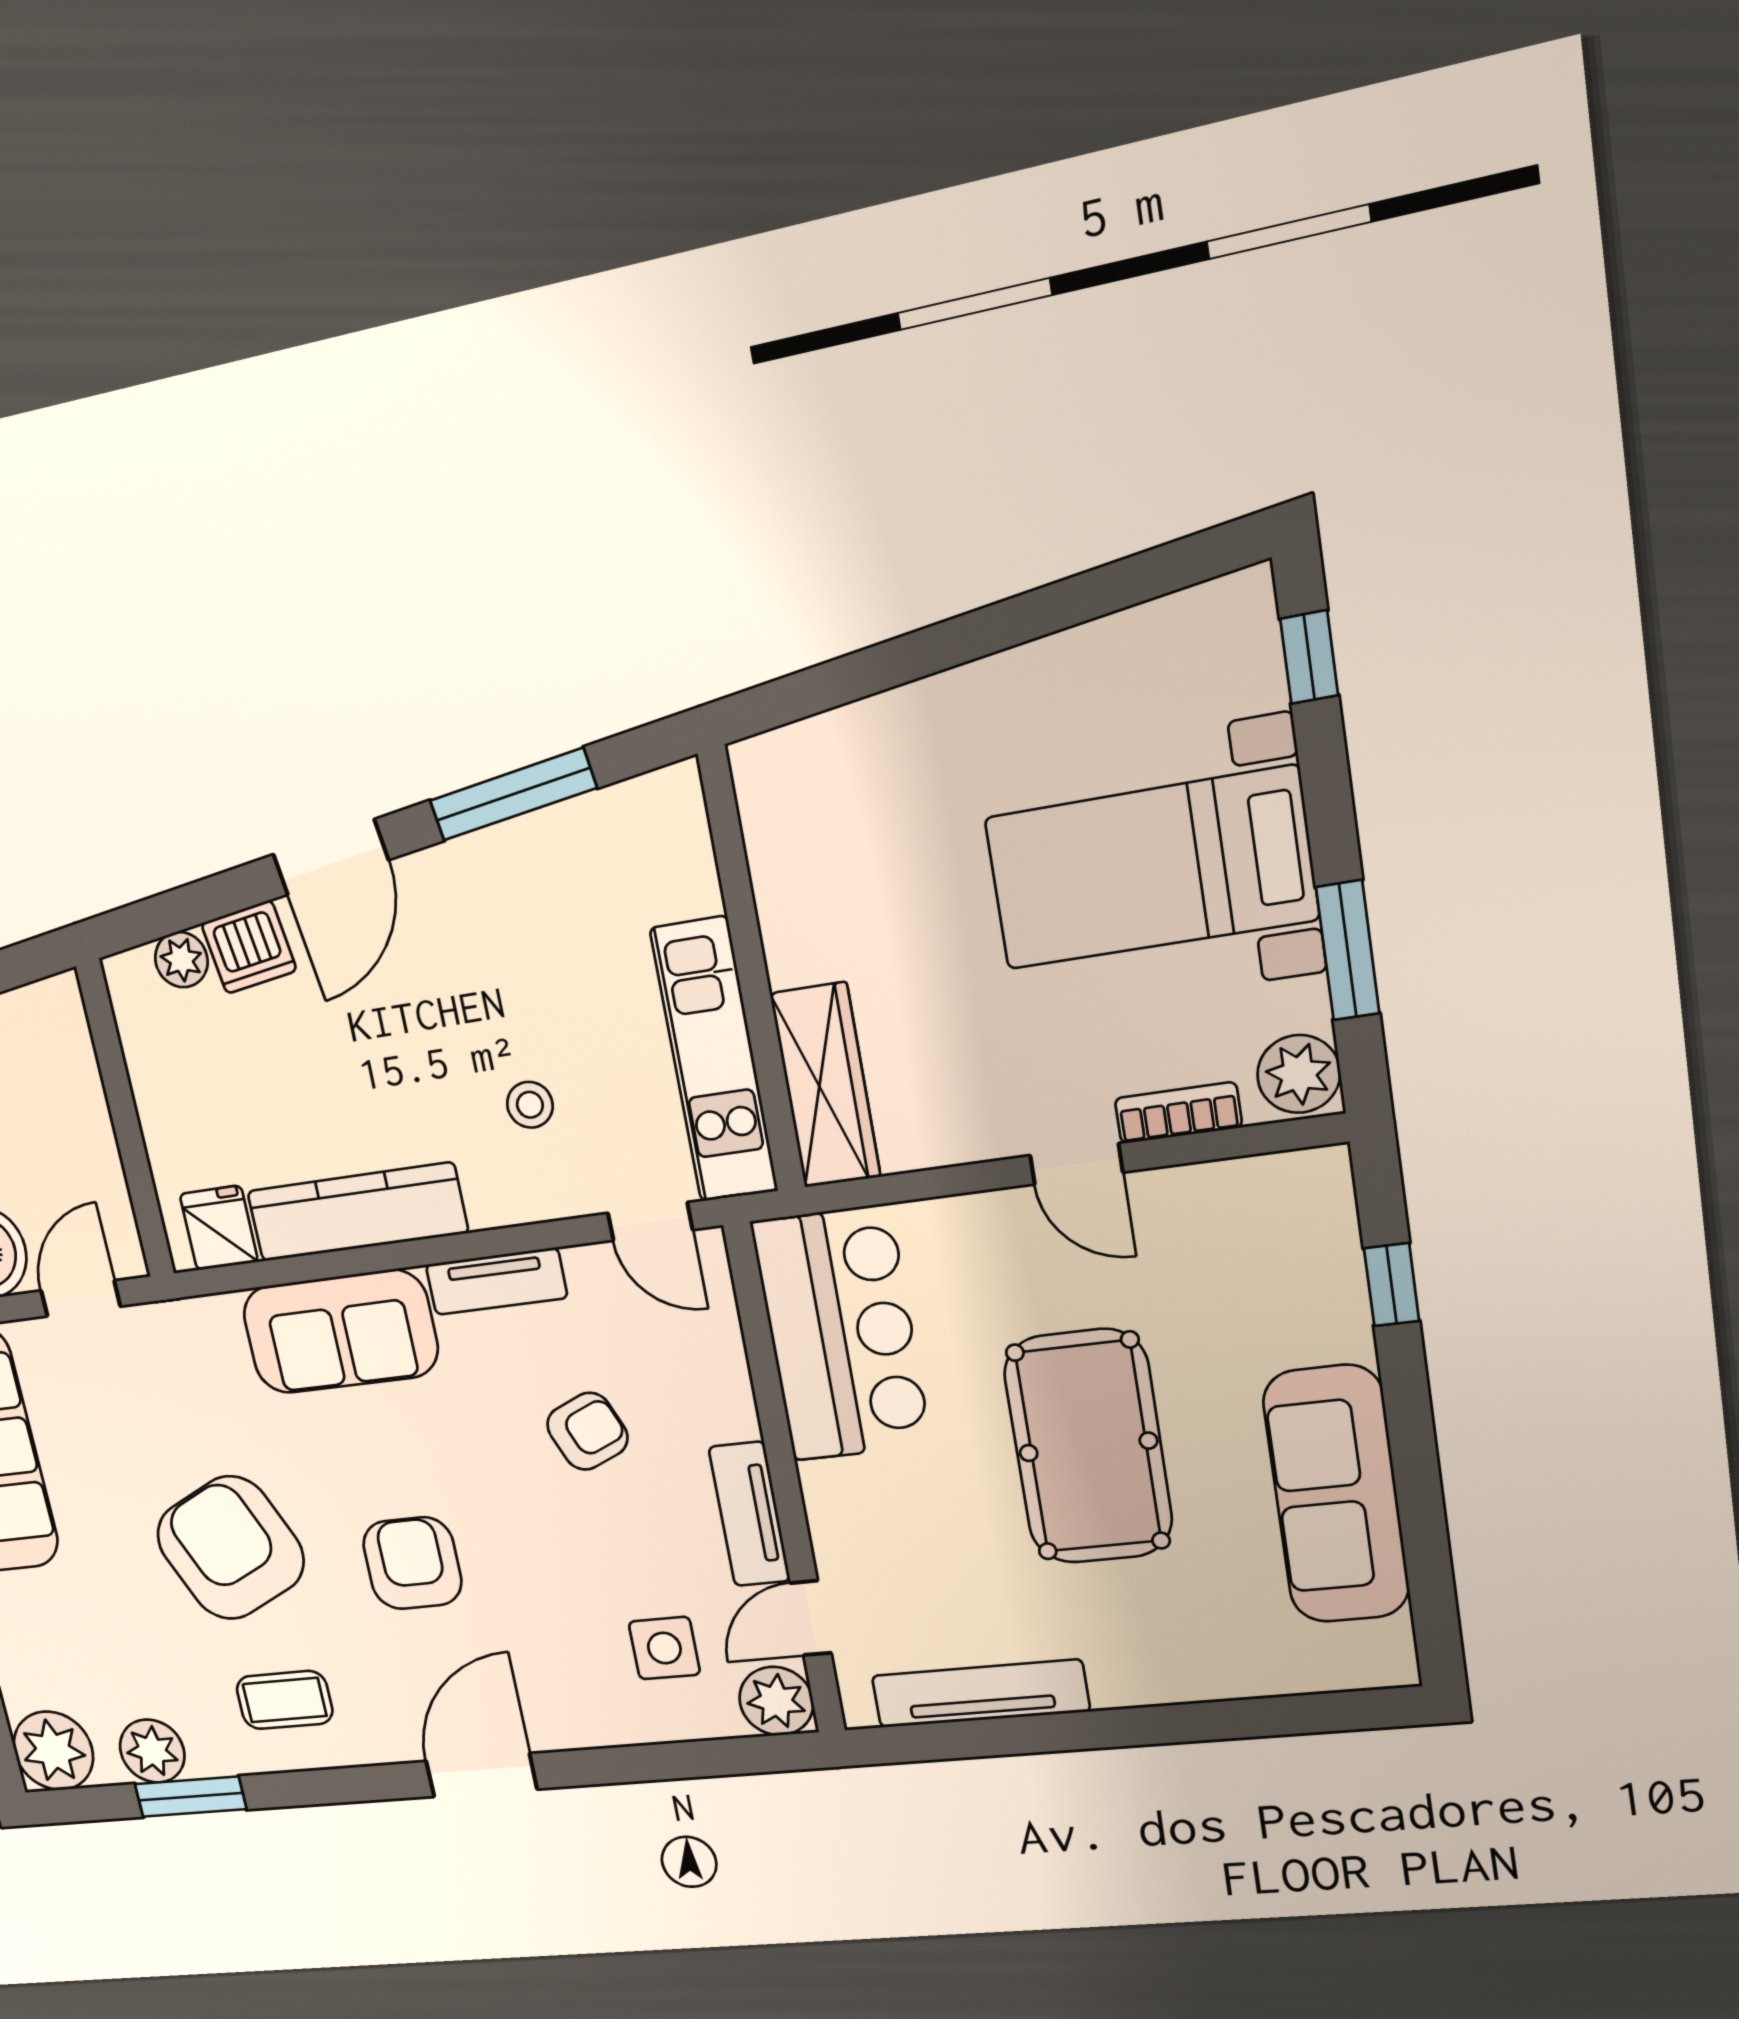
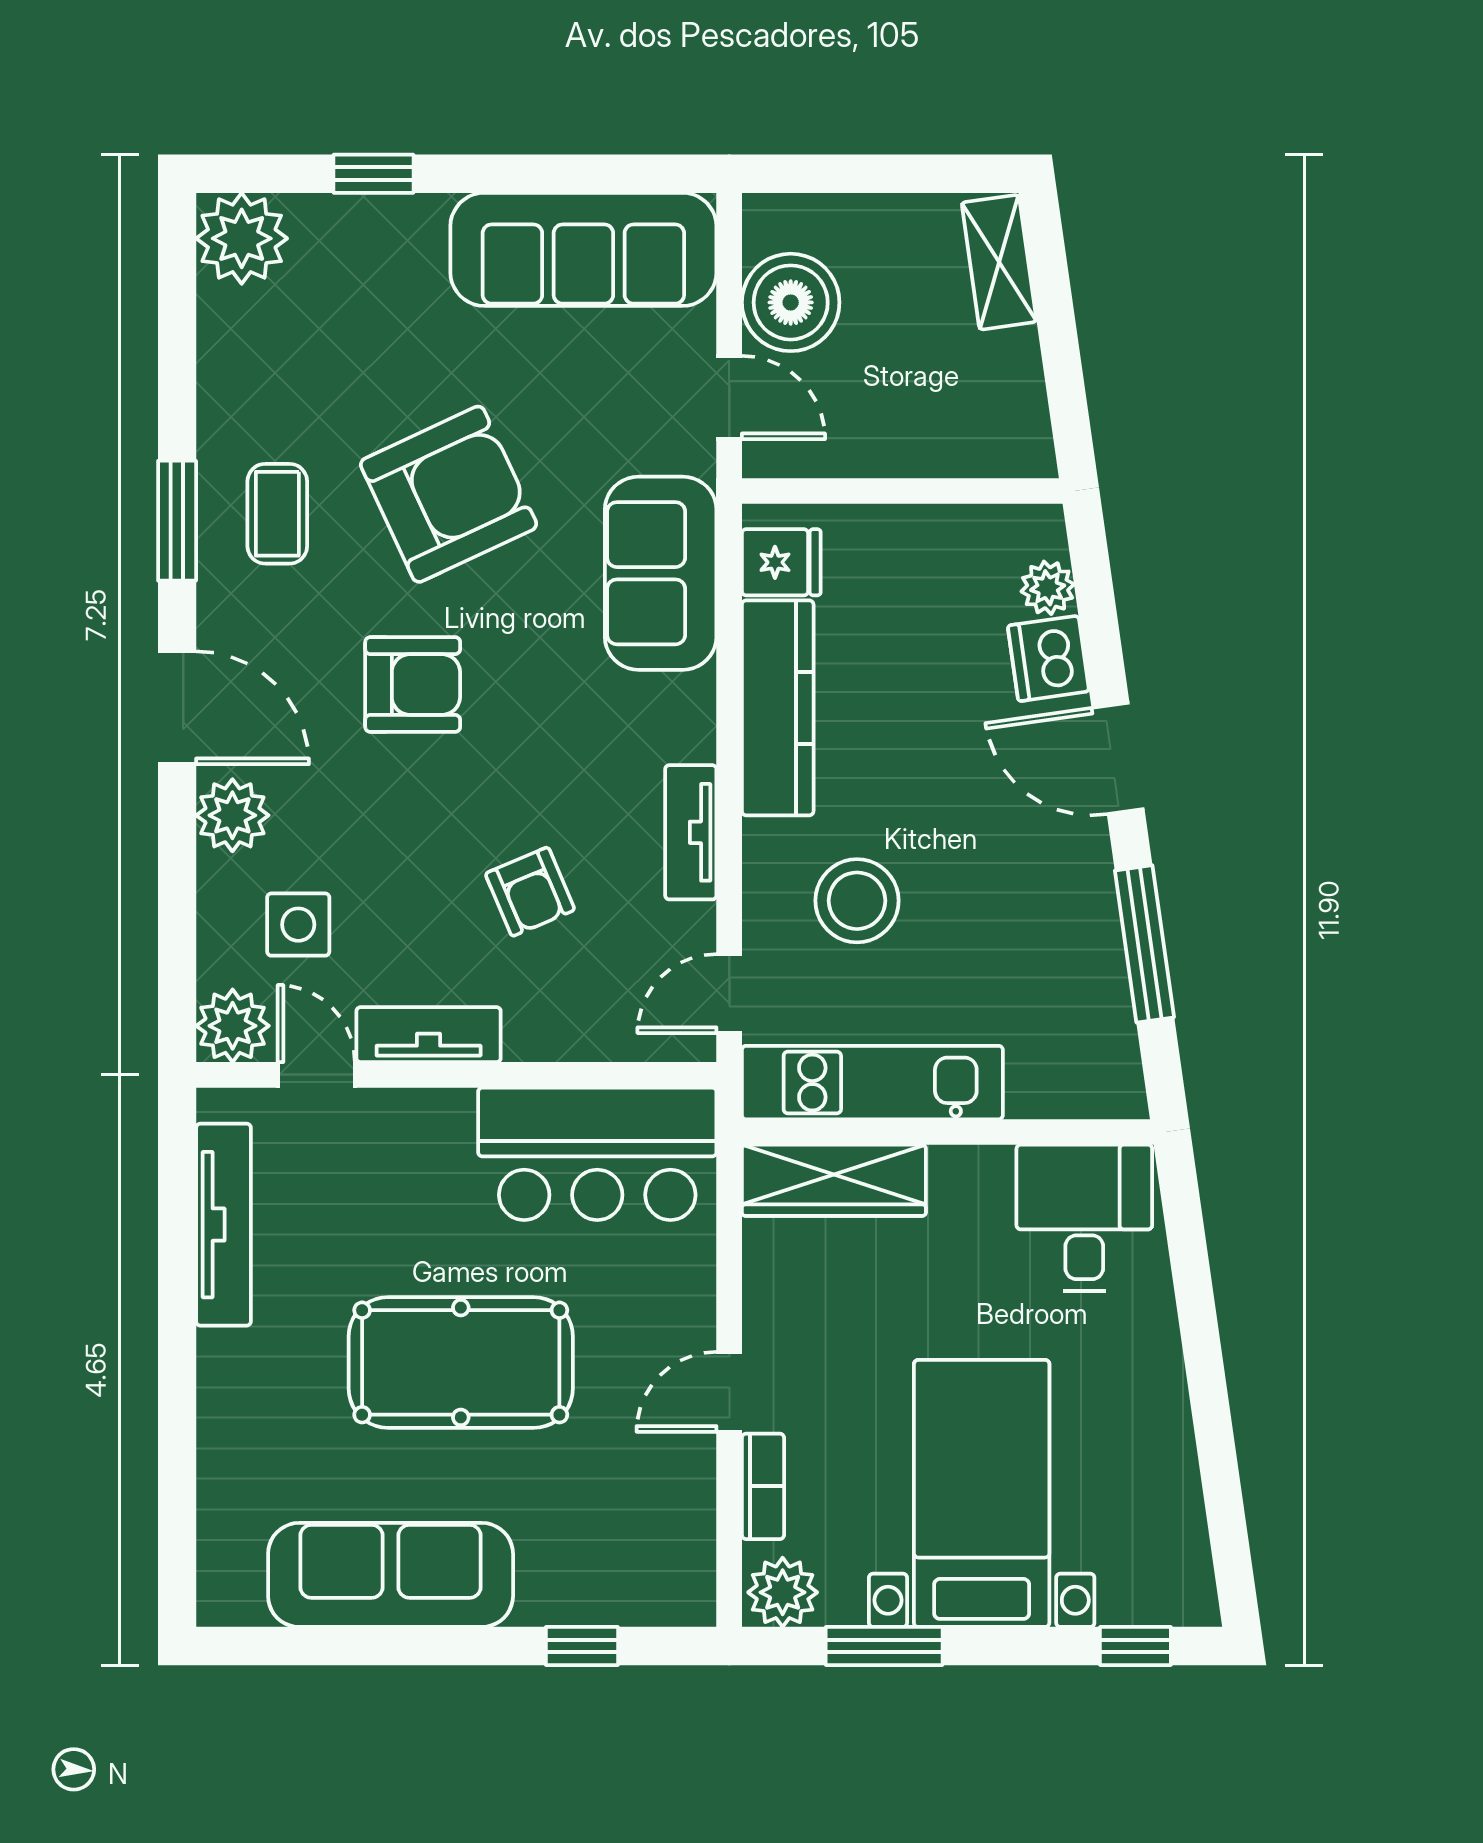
desk: (818, 807) -> (1084, 1218), added
stool: (530, 1105) -> (857, 901), width x1.89, depth x1.89
sofa: (340, 1332) -> (661, 573), moved
plant: (152, 1751) -> (232, 815), moved
window: (190, 1797) -> (177, 521), moved

